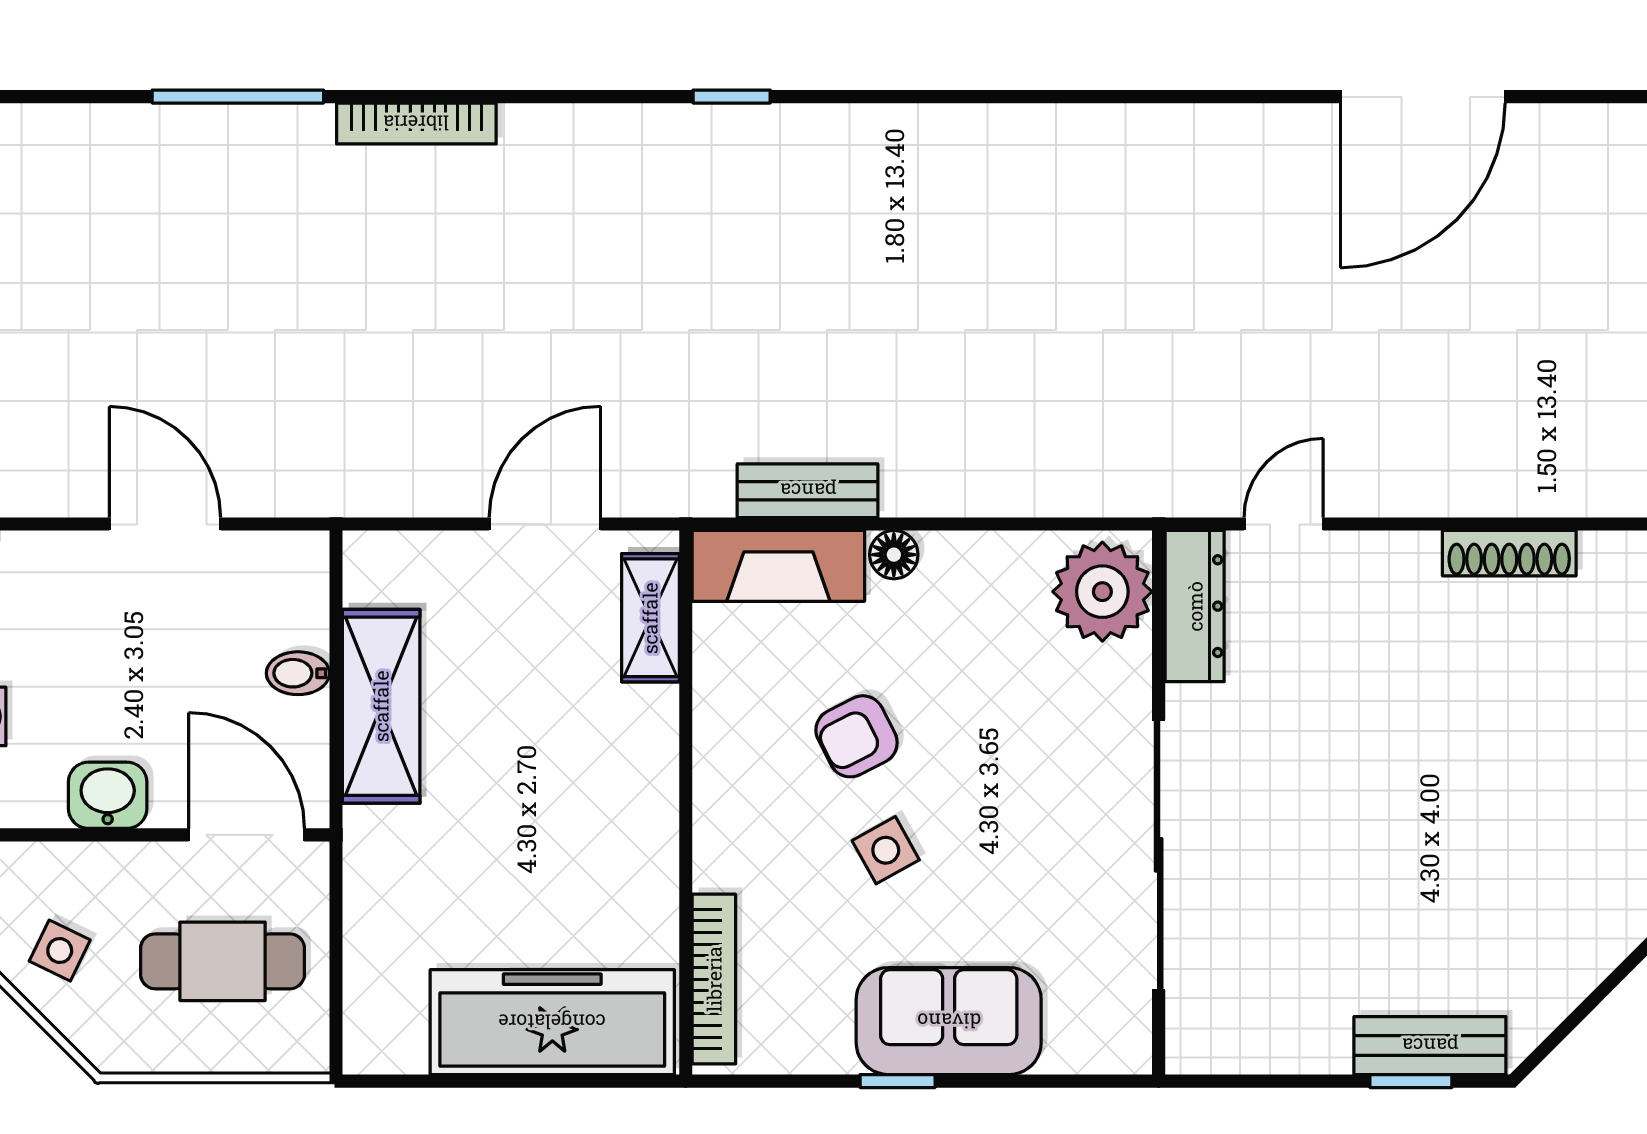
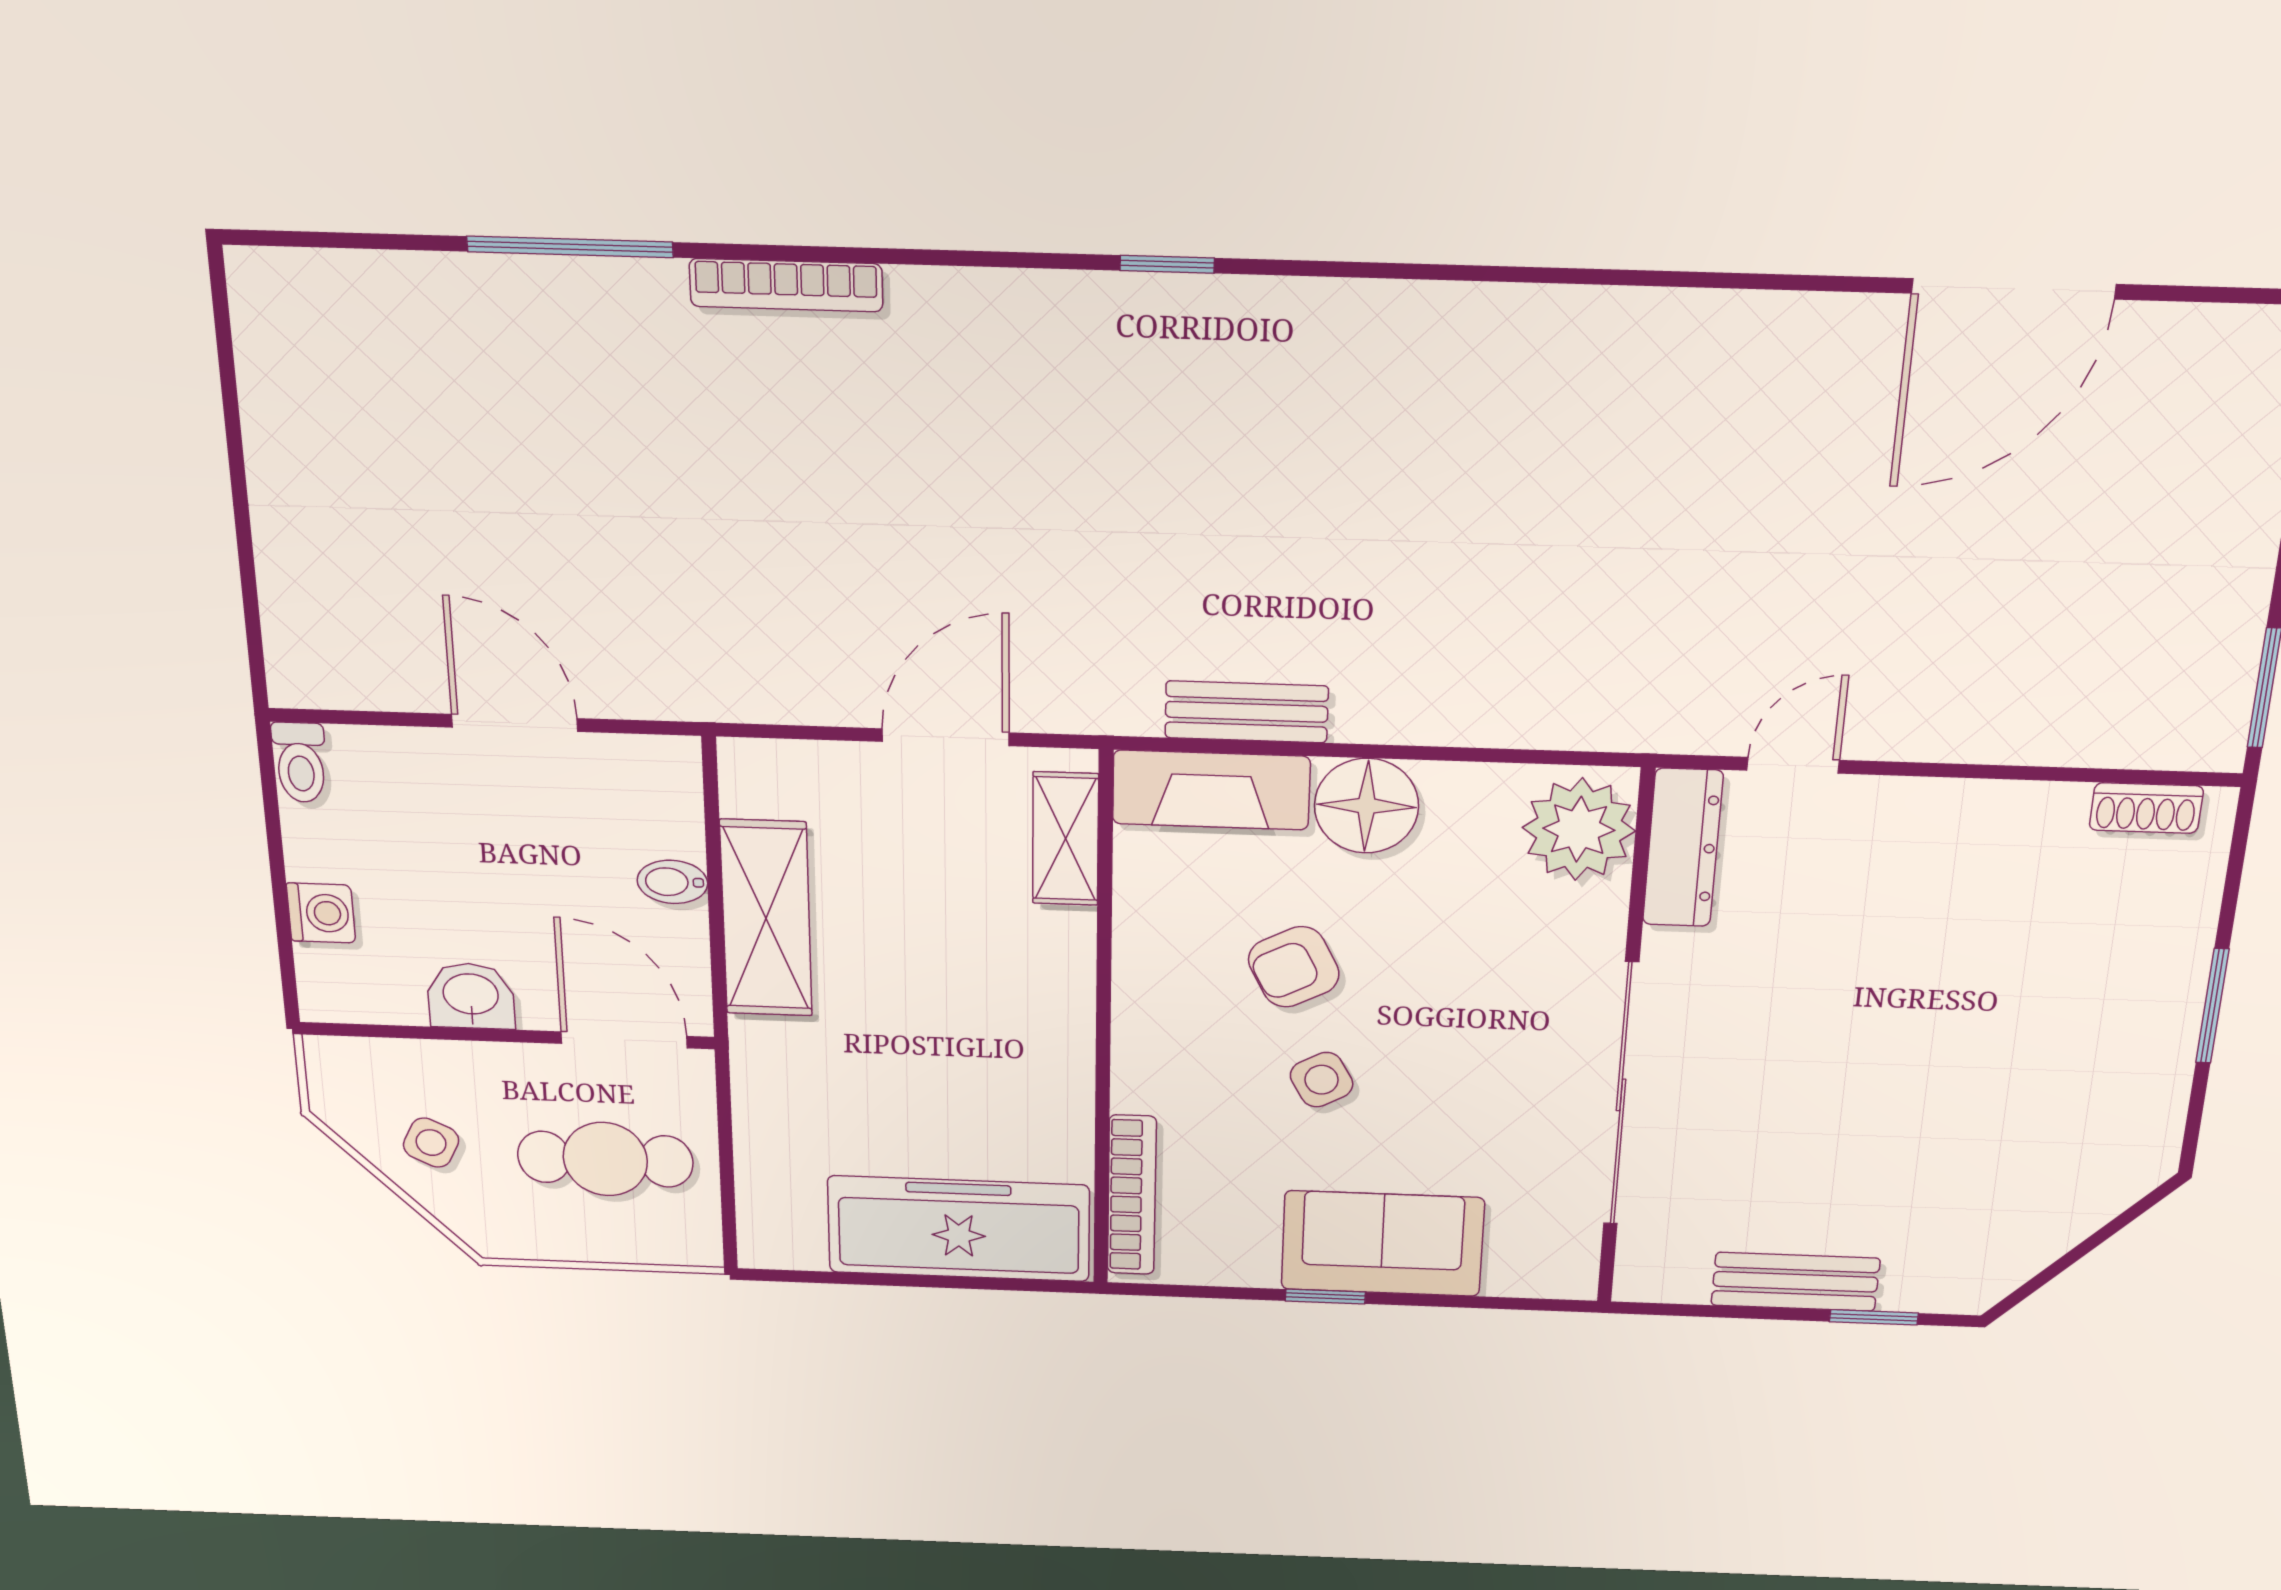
shoe rack: (1509, 553) -> (2146, 808), moved, width x0.70
floor lamp: (894, 555) -> (1366, 806), width x1.89, depth x1.89
bench: (1430, 1046) -> (1795, 1282), moved

